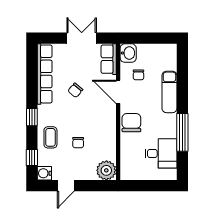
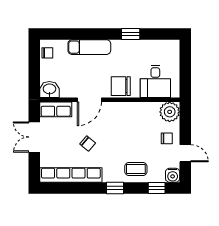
chair: (138, 75) -> (47, 53), moved
window: (182, 132) -> (131, 34), width x0.46
chair: (78, 143) -> (167, 138), moved
desk: (161, 153) -> (155, 81), moved, turned 180

